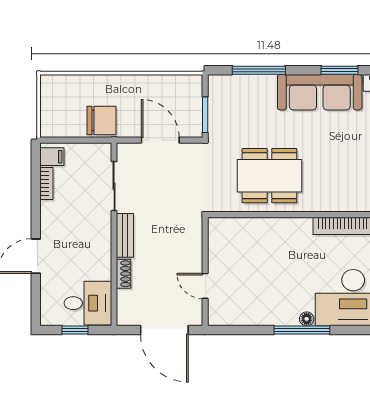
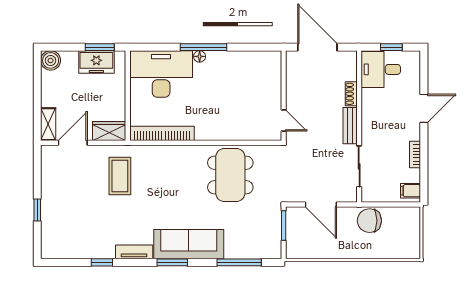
dining table: (269, 176) -> (230, 175), turned 90
bookcase: (46, 183) -> (415, 155), moved
door: (205, 286) -> (284, 121), moved

